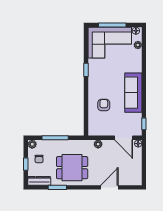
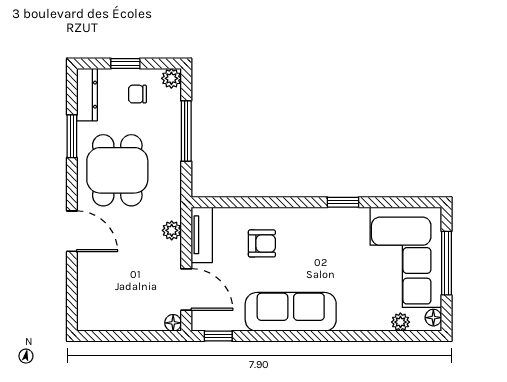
tv unit: (100, 131) -> (202, 235), added
door: (124, 138) -> (186, 289), swing flipped
door: (109, 187) -> (72, 231), moved

